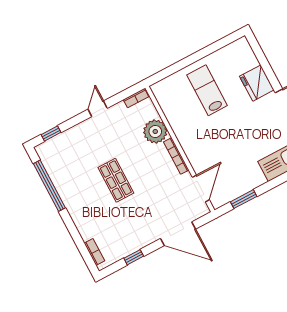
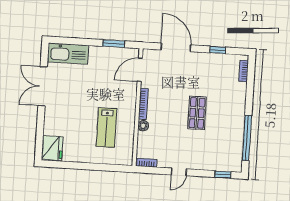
fridge: (257, 83) -> (52, 148), moved
lab bench: (207, 90) -> (106, 128), moved
plant: (155, 131) -> (143, 126), width x0.53, depth x0.53

